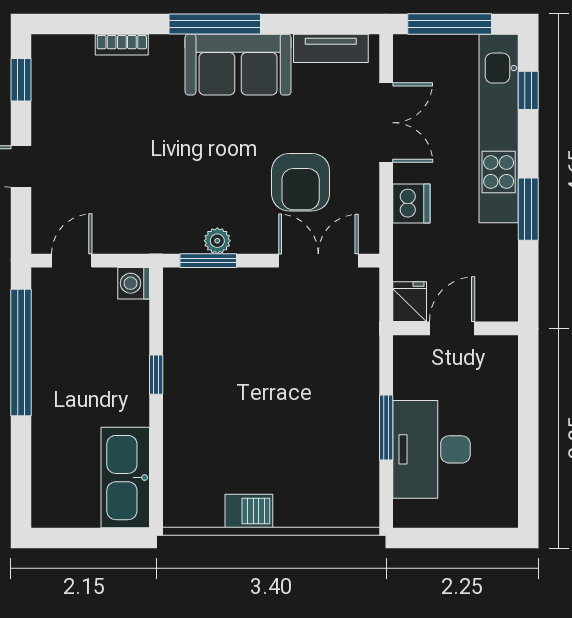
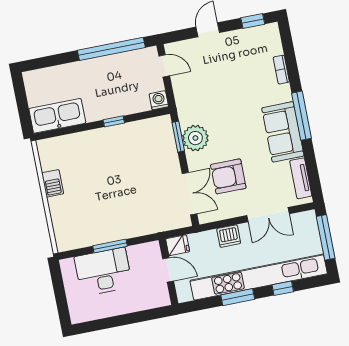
window: (528, 90) -> (283, 288), moved
kitchen unit: (499, 129) -> (259, 277), width x1.36
plant: (217, 241) -> (195, 138), width x1.88, depth x1.88

